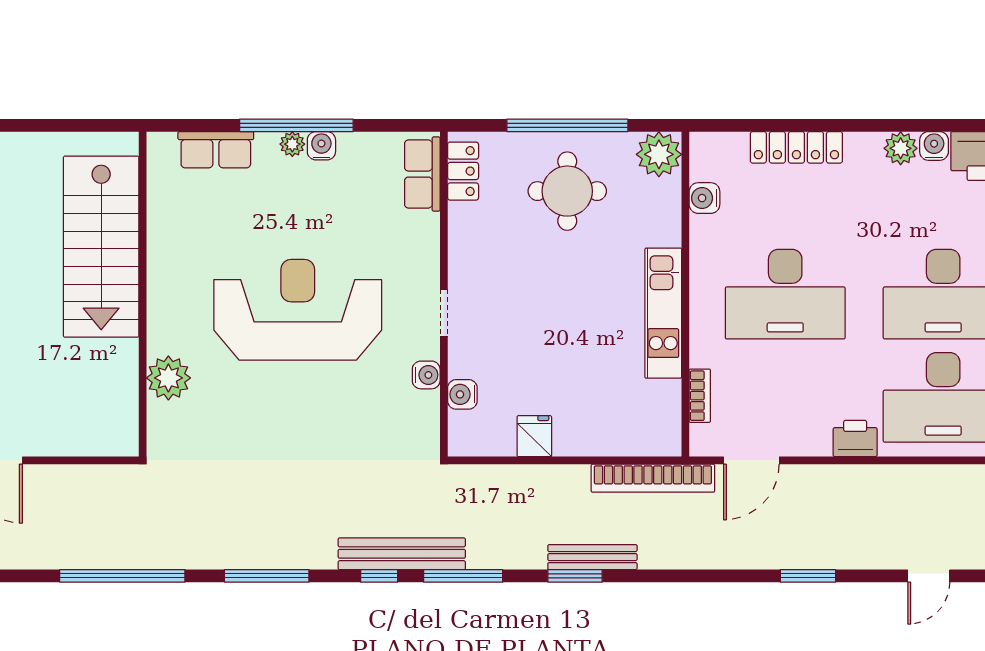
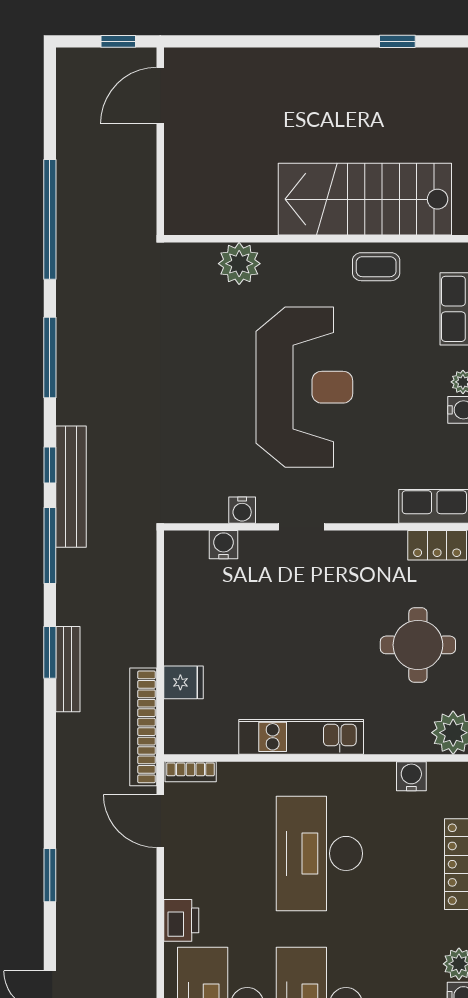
coffee table: (172, 235) -> (376, 267), added
bookcase: (700, 396) -> (191, 772), moved
fridge: (534, 436) -> (184, 682), moved

